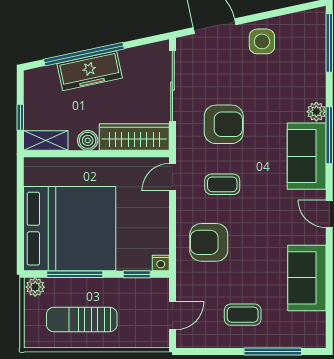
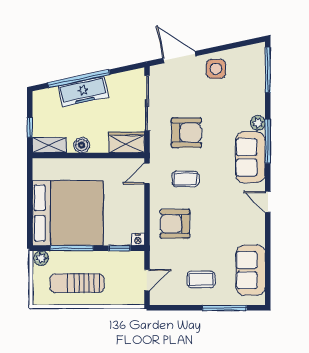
wardrobe: (134, 137) -> (126, 142), width x0.67
sofa: (307, 278) -> (251, 270), moved

